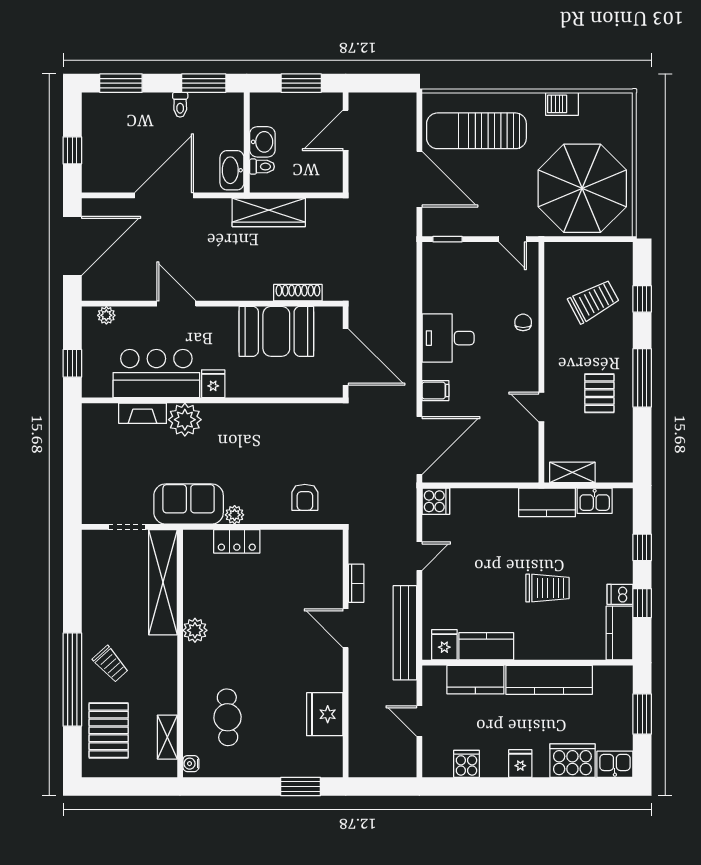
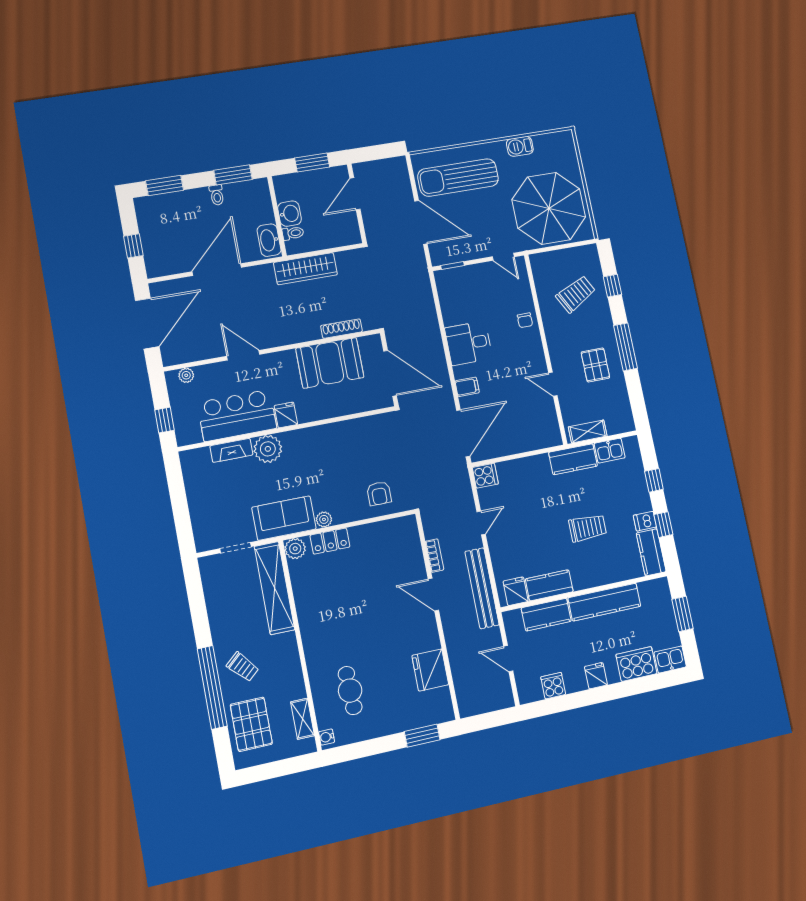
chair: (523, 322) -> (525, 320), turned 180
plant: (195, 630) -> (295, 549), moved

